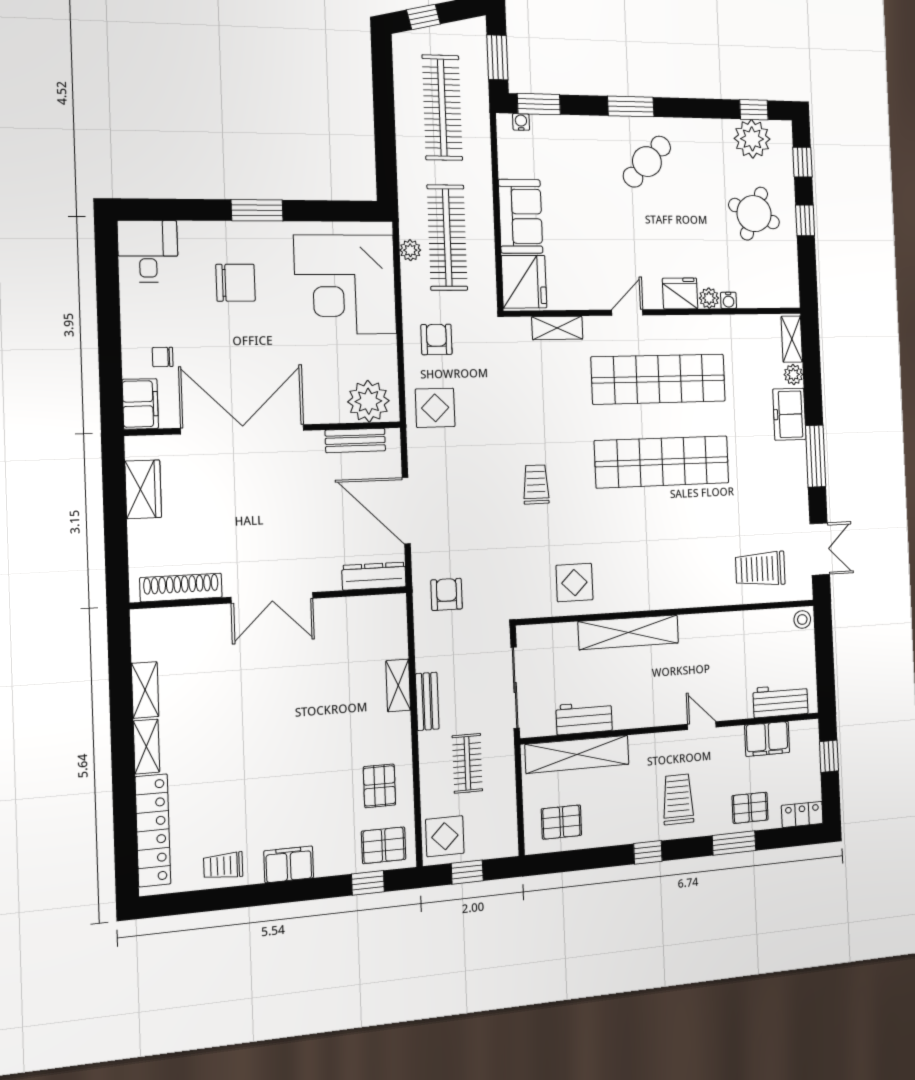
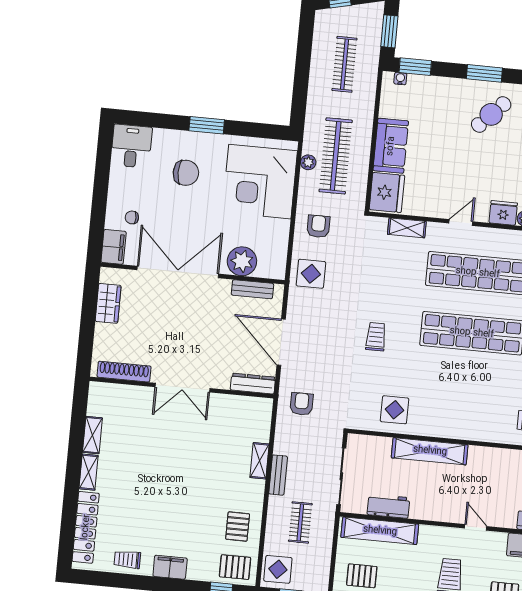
clothes rail: (442, 108) -> (344, 64), width x0.73, depth x0.76
plant: (368, 401) -> (242, 261), moved

